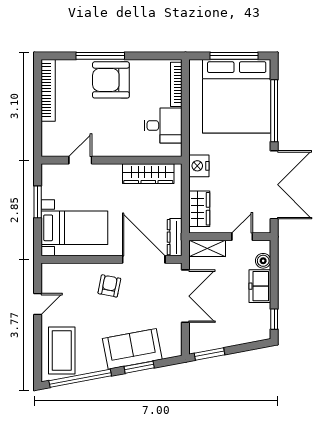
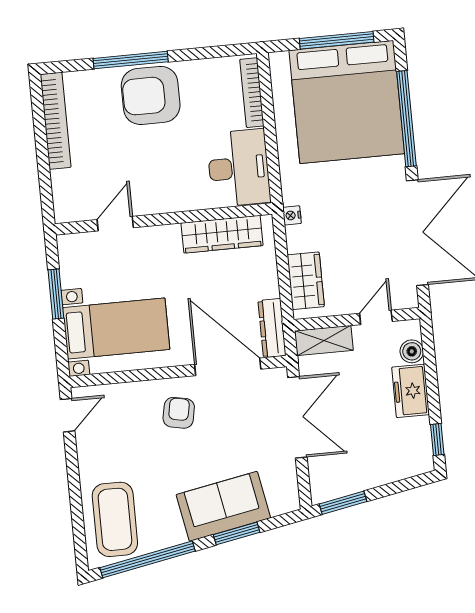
desk: (163, 126) -> (239, 168), width x1.37
nightstand: (199, 166) -> (292, 215), width x0.53, depth x0.56
door: (38, 304) -> (68, 415), moved

